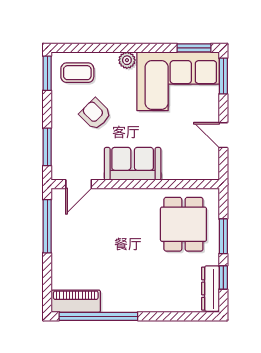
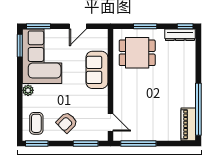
armchair: (95, 114) -> (67, 122), moved
sofa: (133, 164) -> (97, 70), moved
window: (223, 277) -> (185, 26), moved

